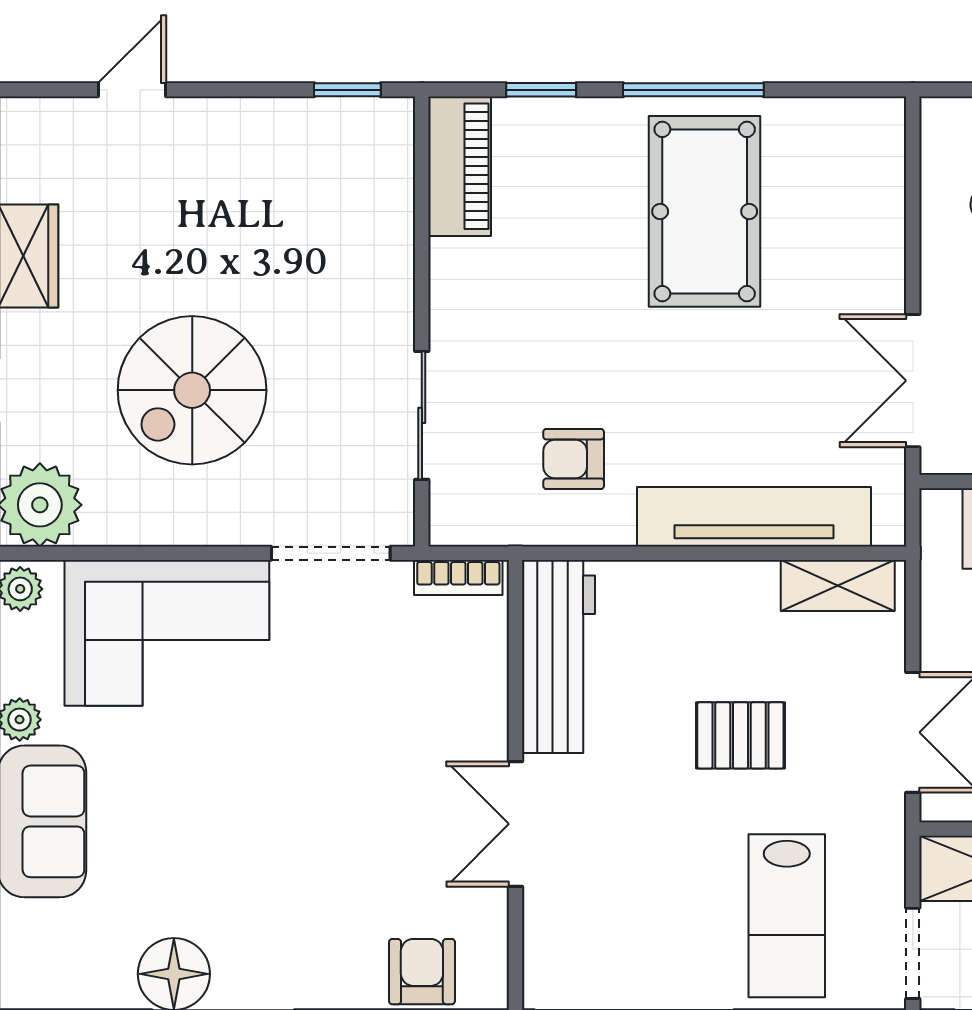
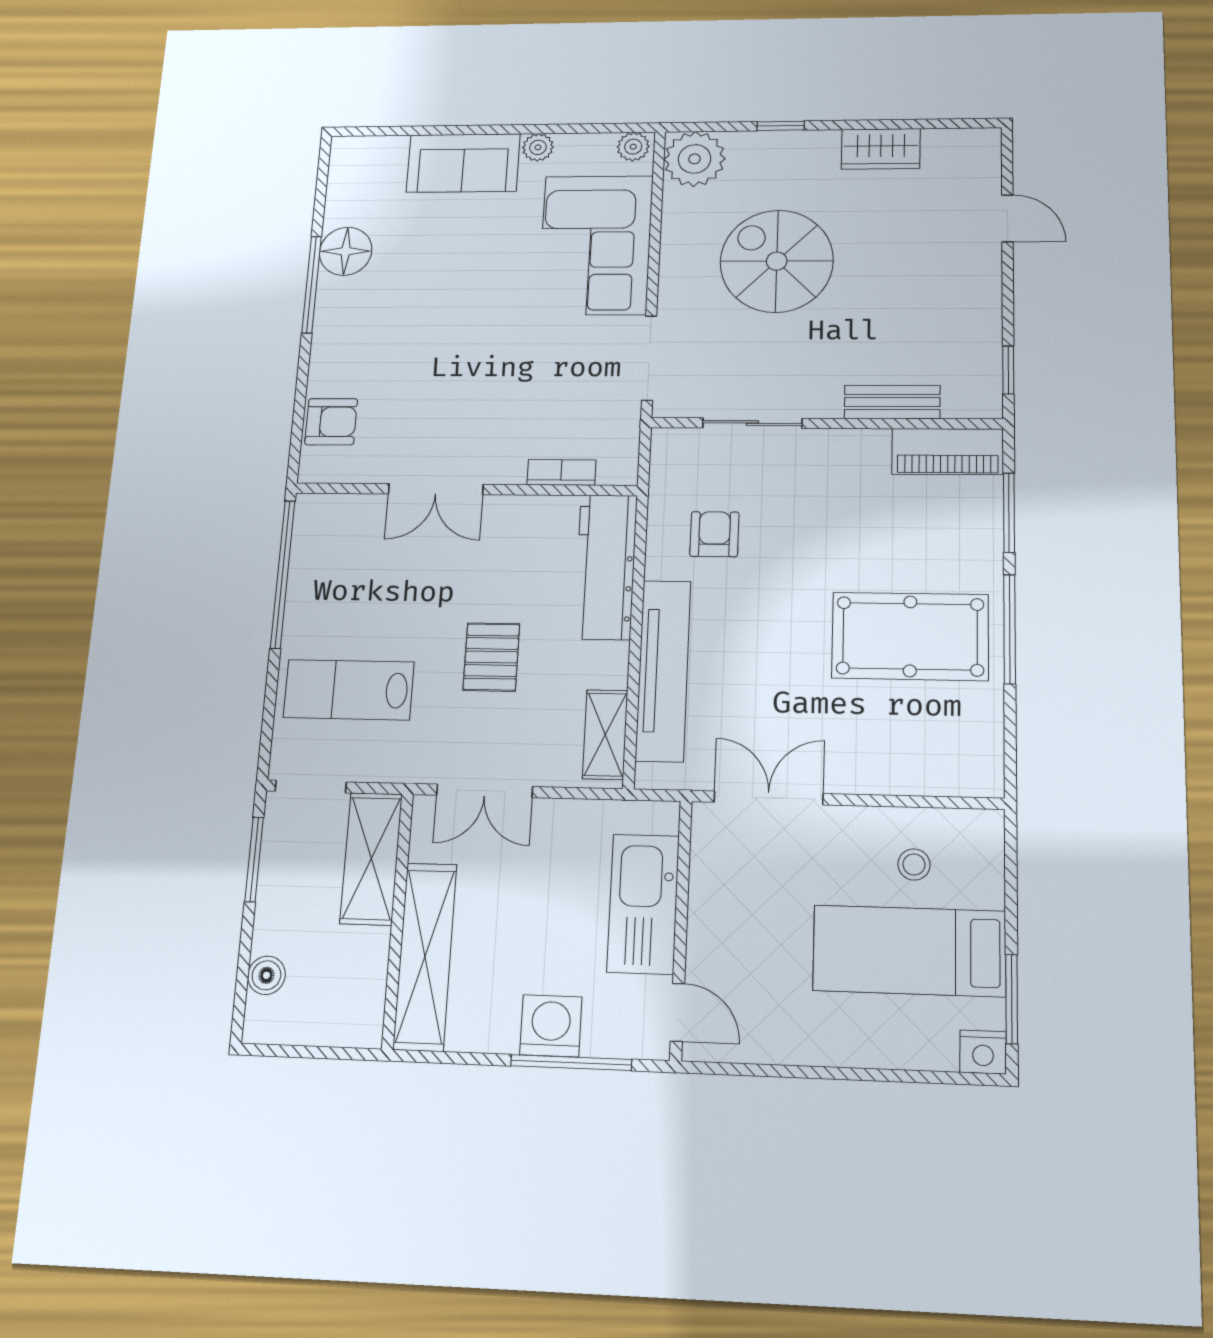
window: (541, 90) -> (1009, 513), width x1.50
bench: (392, 237) -> (892, 402), added
bookcase: (458, 578) -> (561, 472), moved, turned 90
workbench: (559, 657) -> (606, 567), moved, turned 90
double door: (516, 824) -> (436, 489), swing flipped

